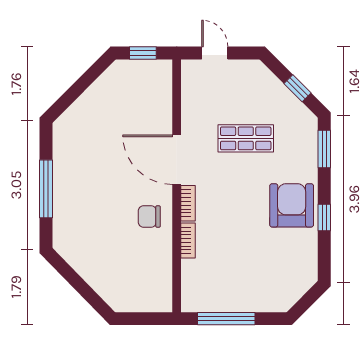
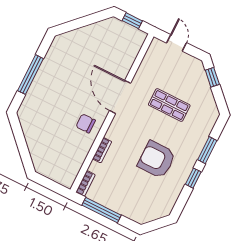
window: (298, 88) -> (212, 77), moved
window: (324, 149) -> (207, 150), moved
bookcase: (188, 203) -> (85, 183), moved
armchair: (292, 205) -> (157, 160), moved, turned -90

